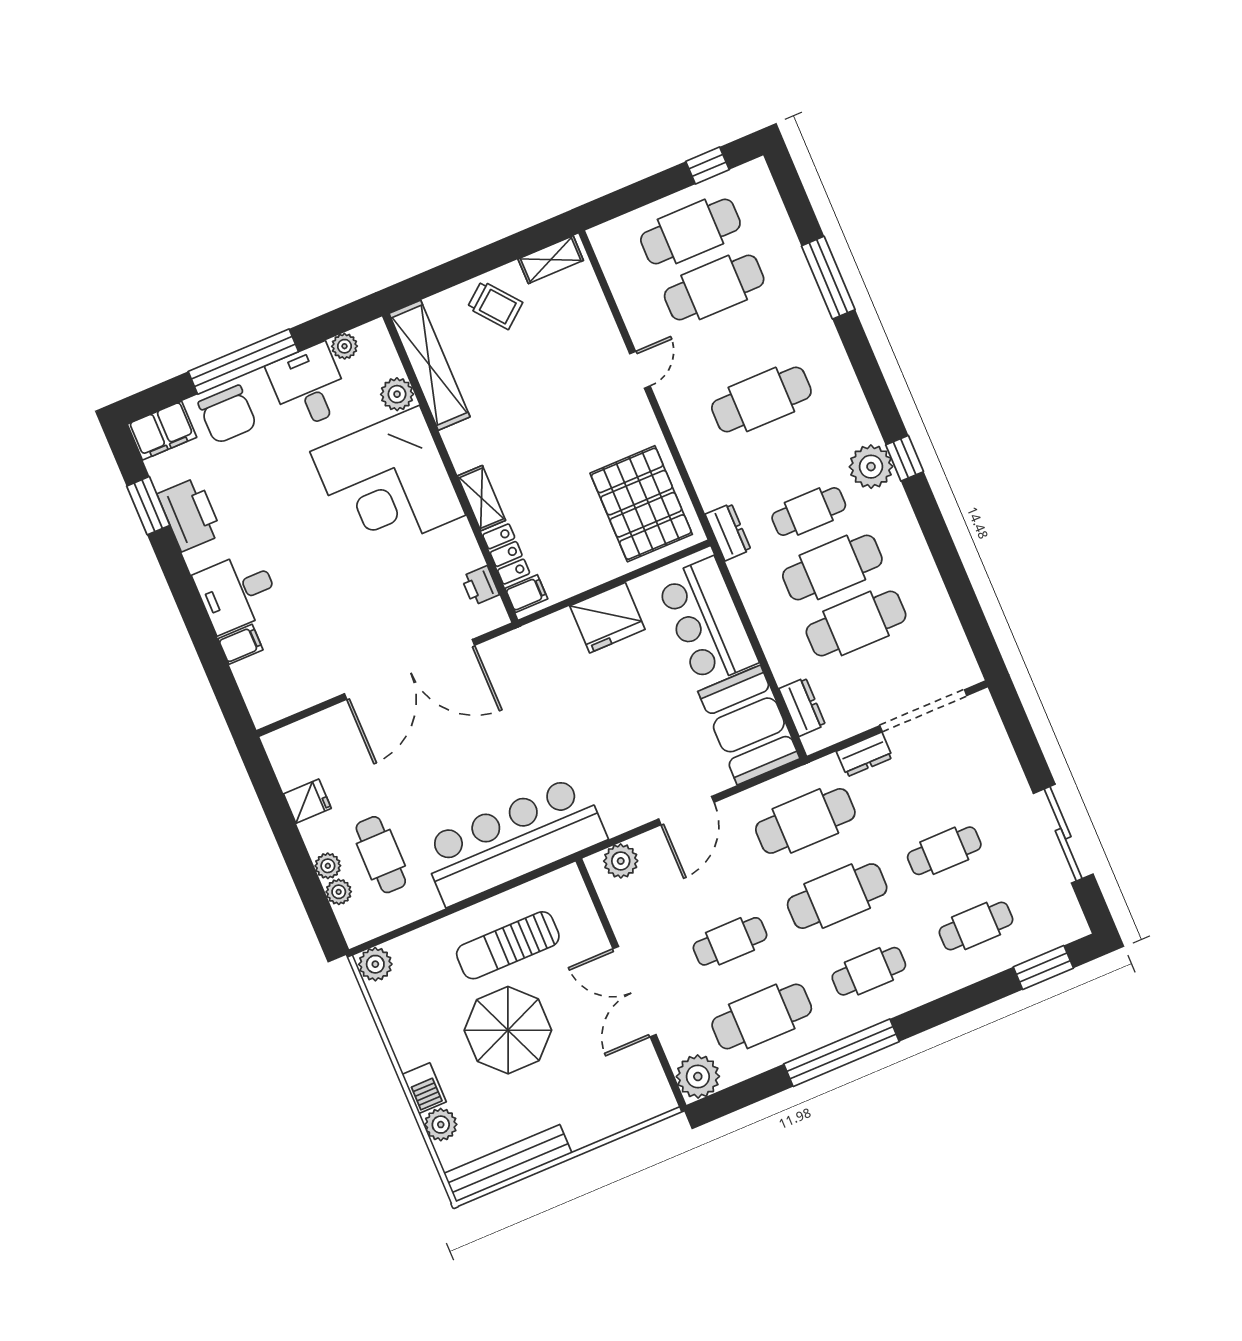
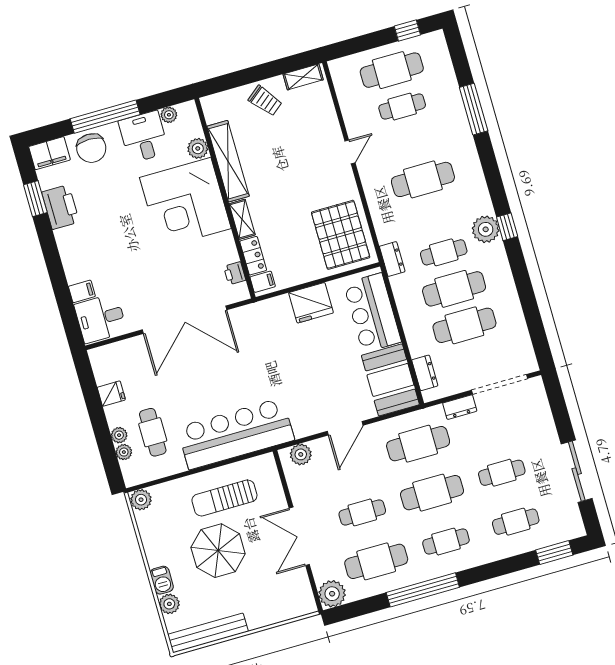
cafe table: (714, 287) -> (402, 107), width x0.73, depth x0.74
shelving: (429, 365) -> (228, 161), moved
desk: (237, 592) -> (101, 318), moved

